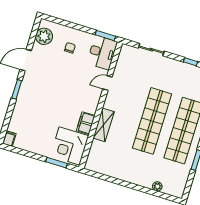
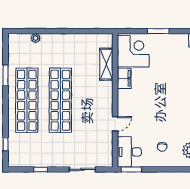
shelving: (104, 125) -> (106, 64), moved
window: (57, 163) -> (158, 31), moved

